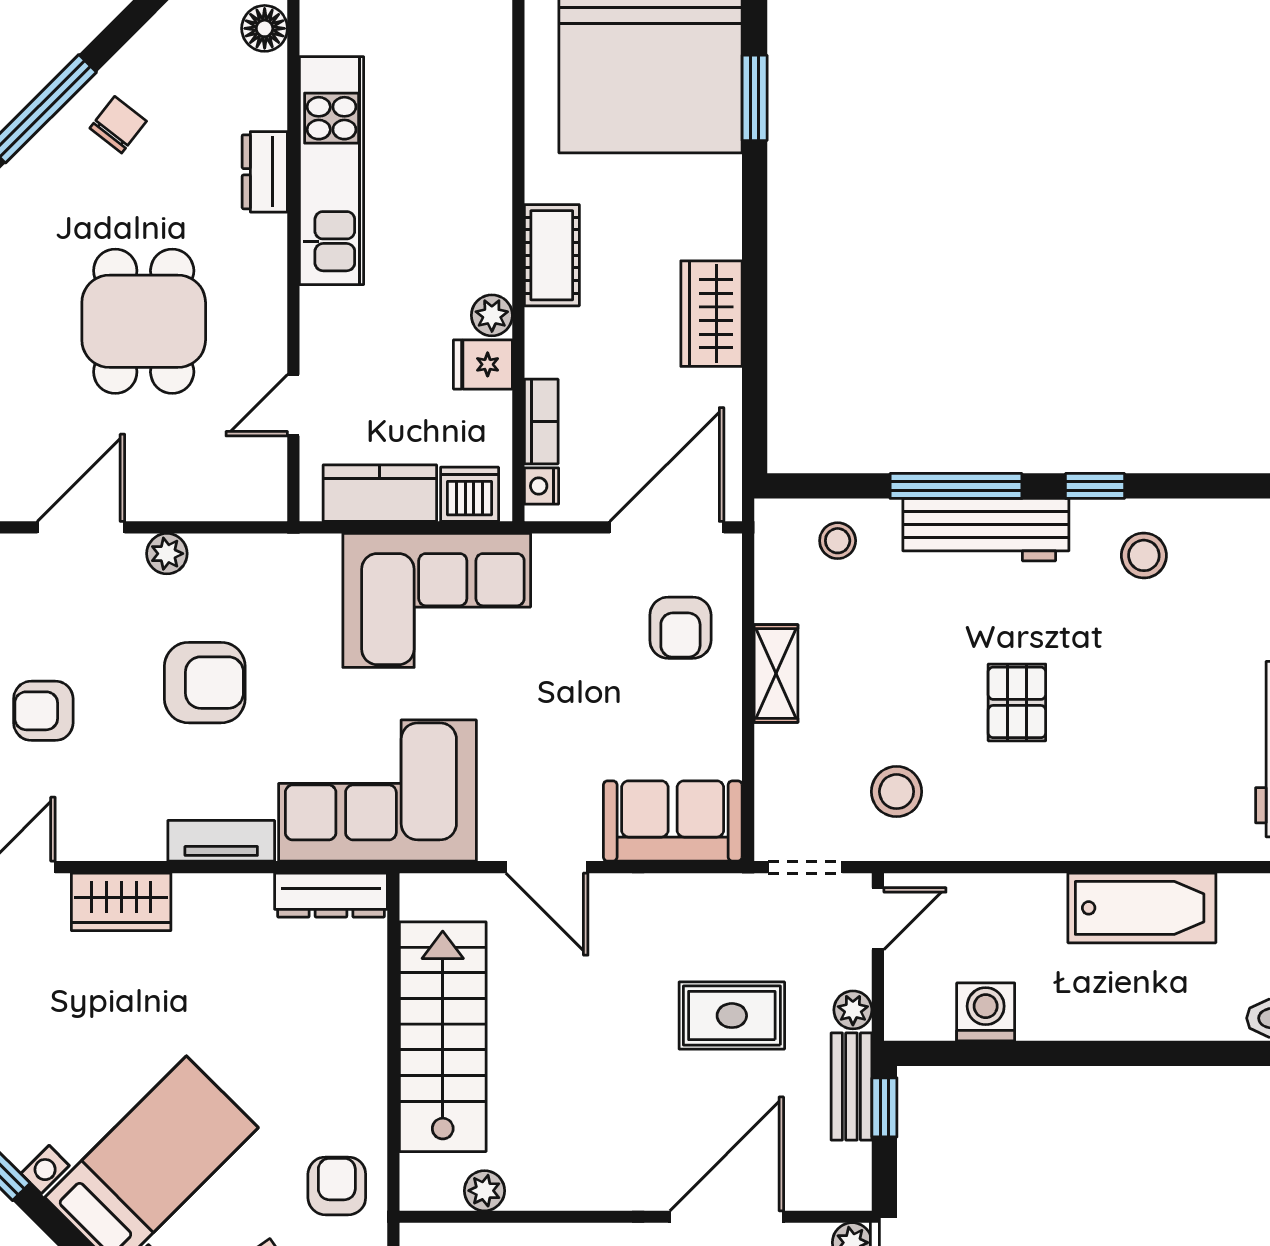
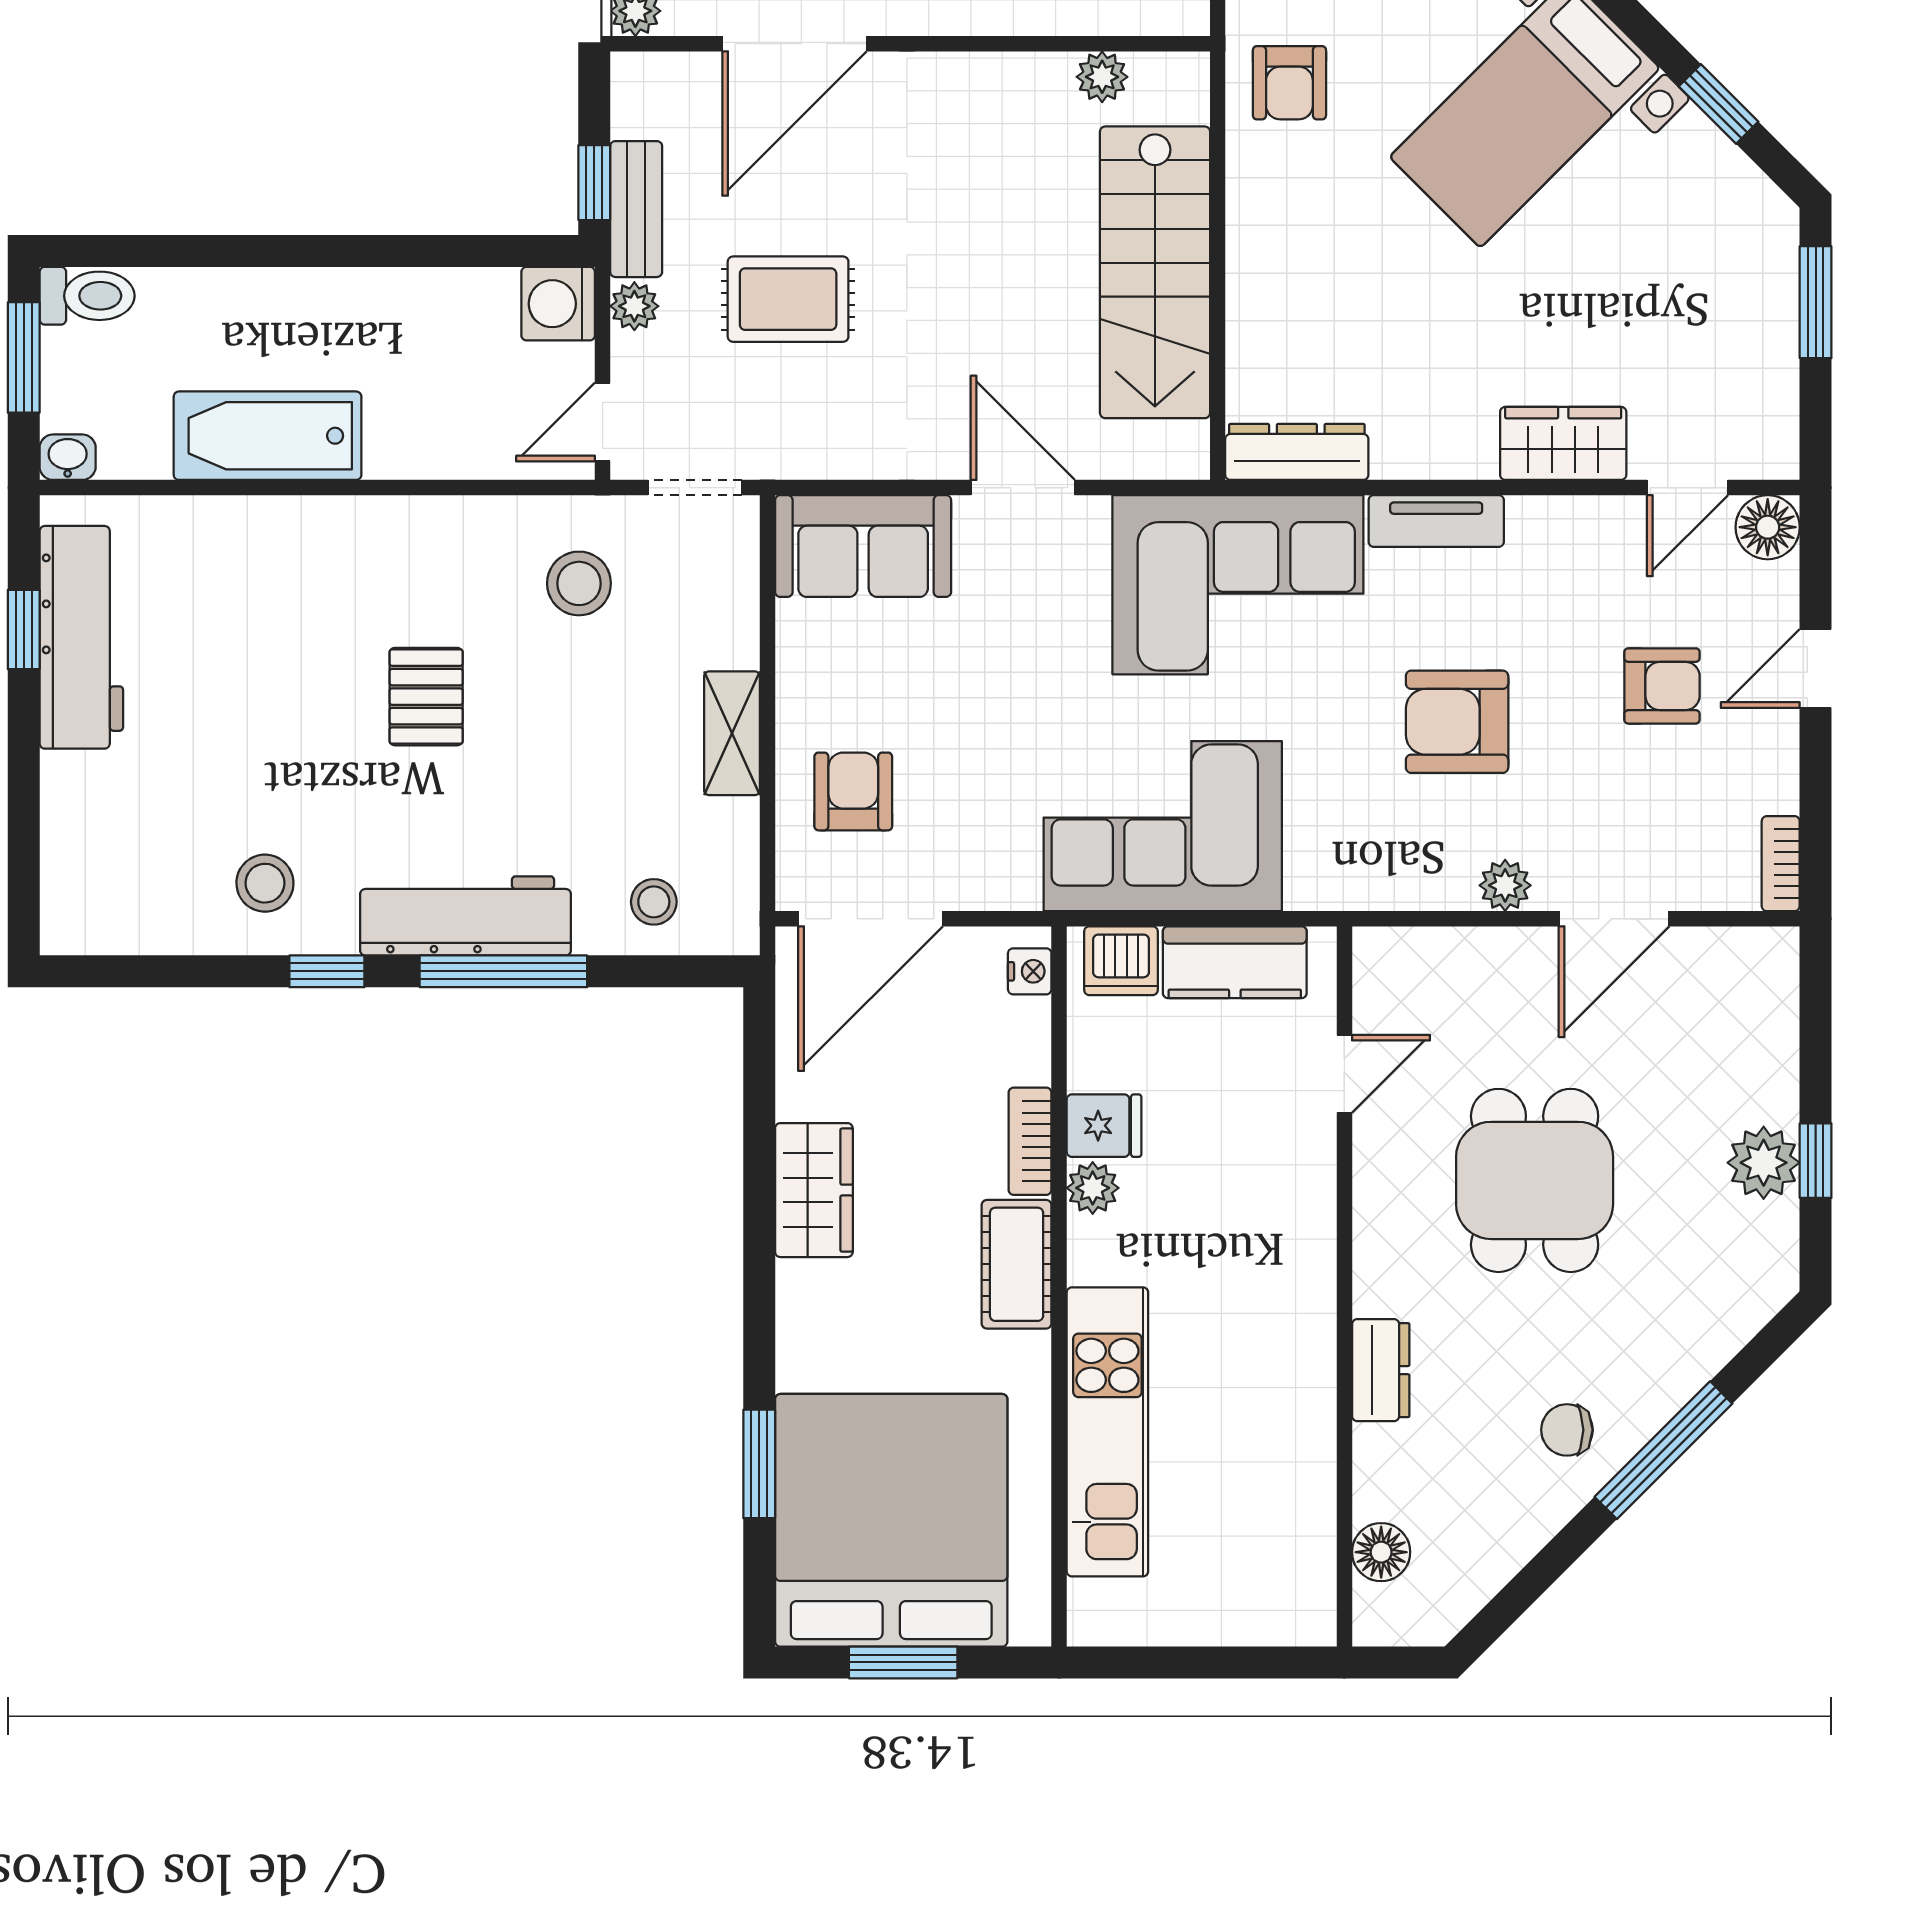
chair: (118, 125) -> (1567, 1430), turned 52
kitchen unit: (332, 171) -> (1107, 1432), moved, turned 180
bookcase: (541, 422) -> (1030, 1141), moved
washing machine: (986, 1012) -> (558, 304), moved, turned 90

